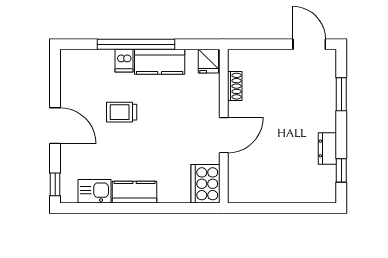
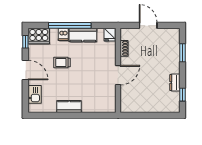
door: (309, 44) -> (148, 25), moved
window: (55, 184) -> (25, 42), moved
cooker: (206, 184) -> (39, 36), moved, turned -90
kitchen sink: (95, 191) -> (35, 94), moved, turned 90

